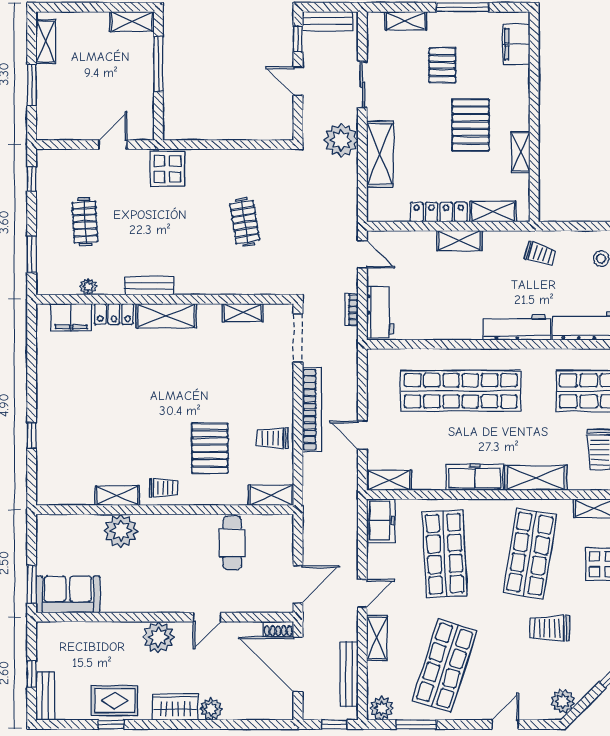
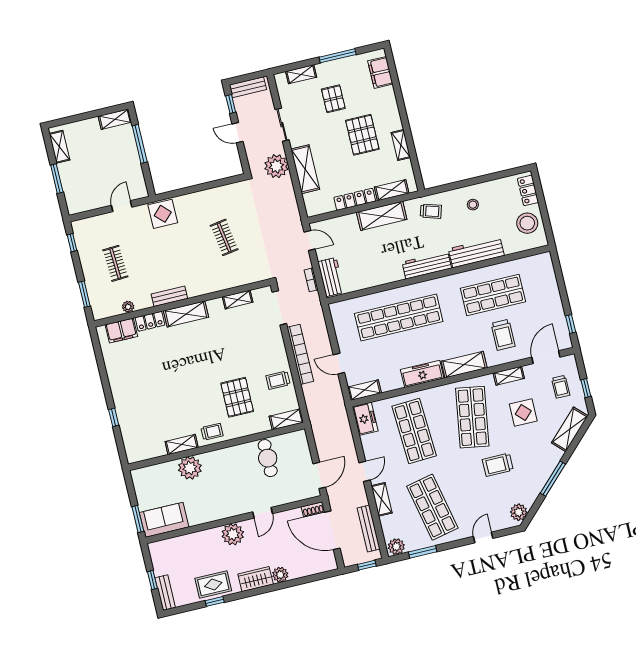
shelving: (459, 241) -> (382, 216), width x1.50, depth x1.33
shop shelf: (445, 665) -> (432, 507), turned -30

